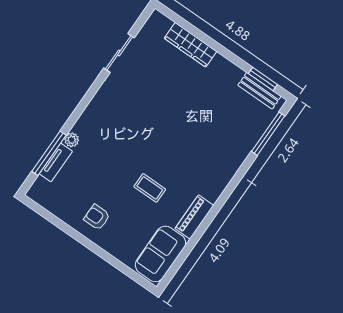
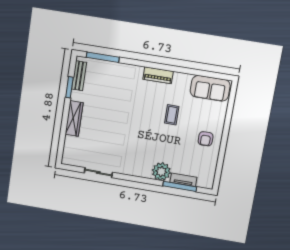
wardrobe: (190, 45) -> (74, 119), moved
window: (263, 79) -> (69, 87), moved
plant: (72, 140) -> (161, 172), width x1.88, depth x1.88
piano: (194, 217) -> (158, 75), moved

